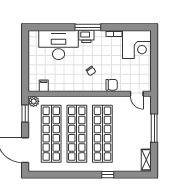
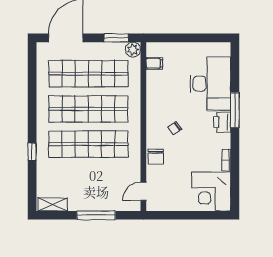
window: (88, 27) -> (235, 110), moved

